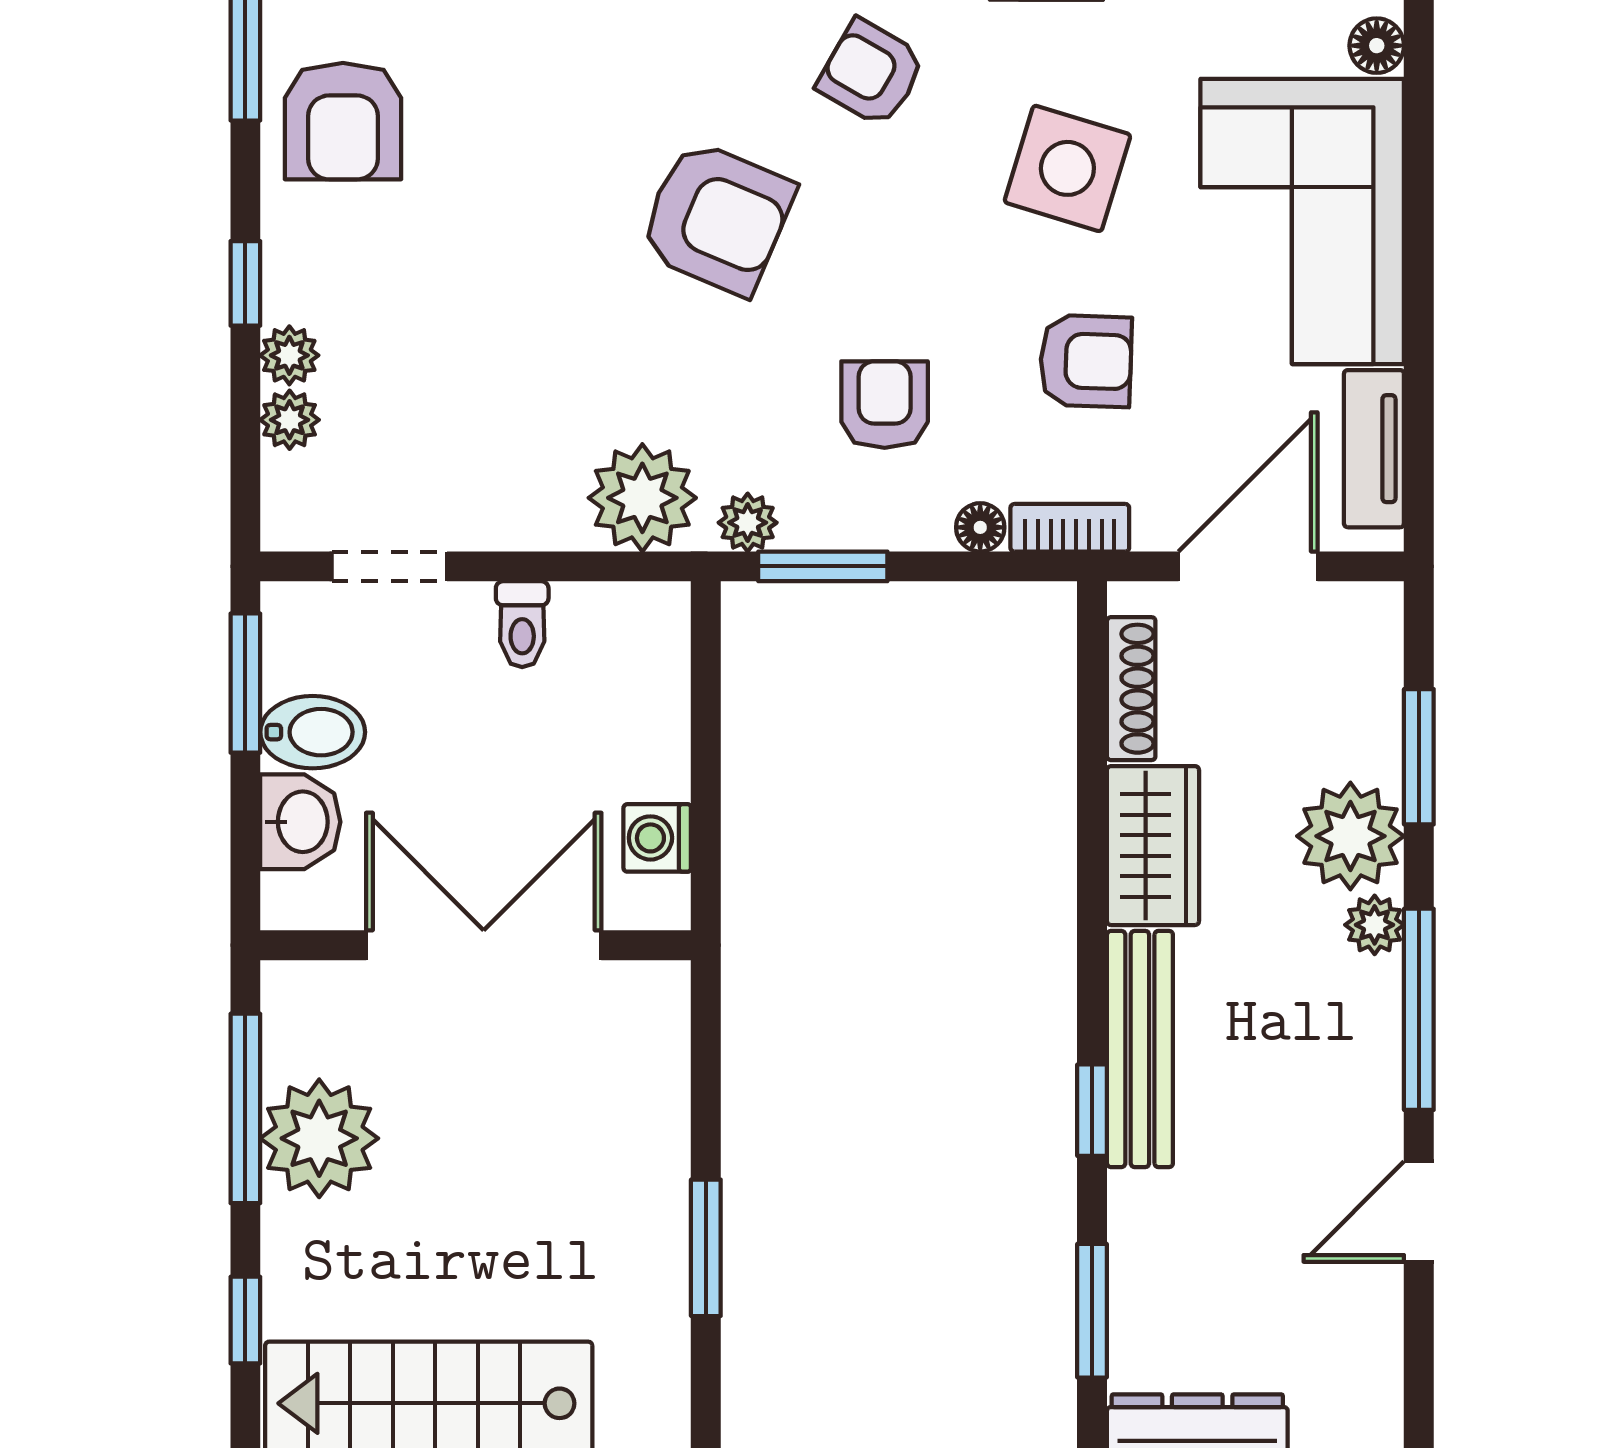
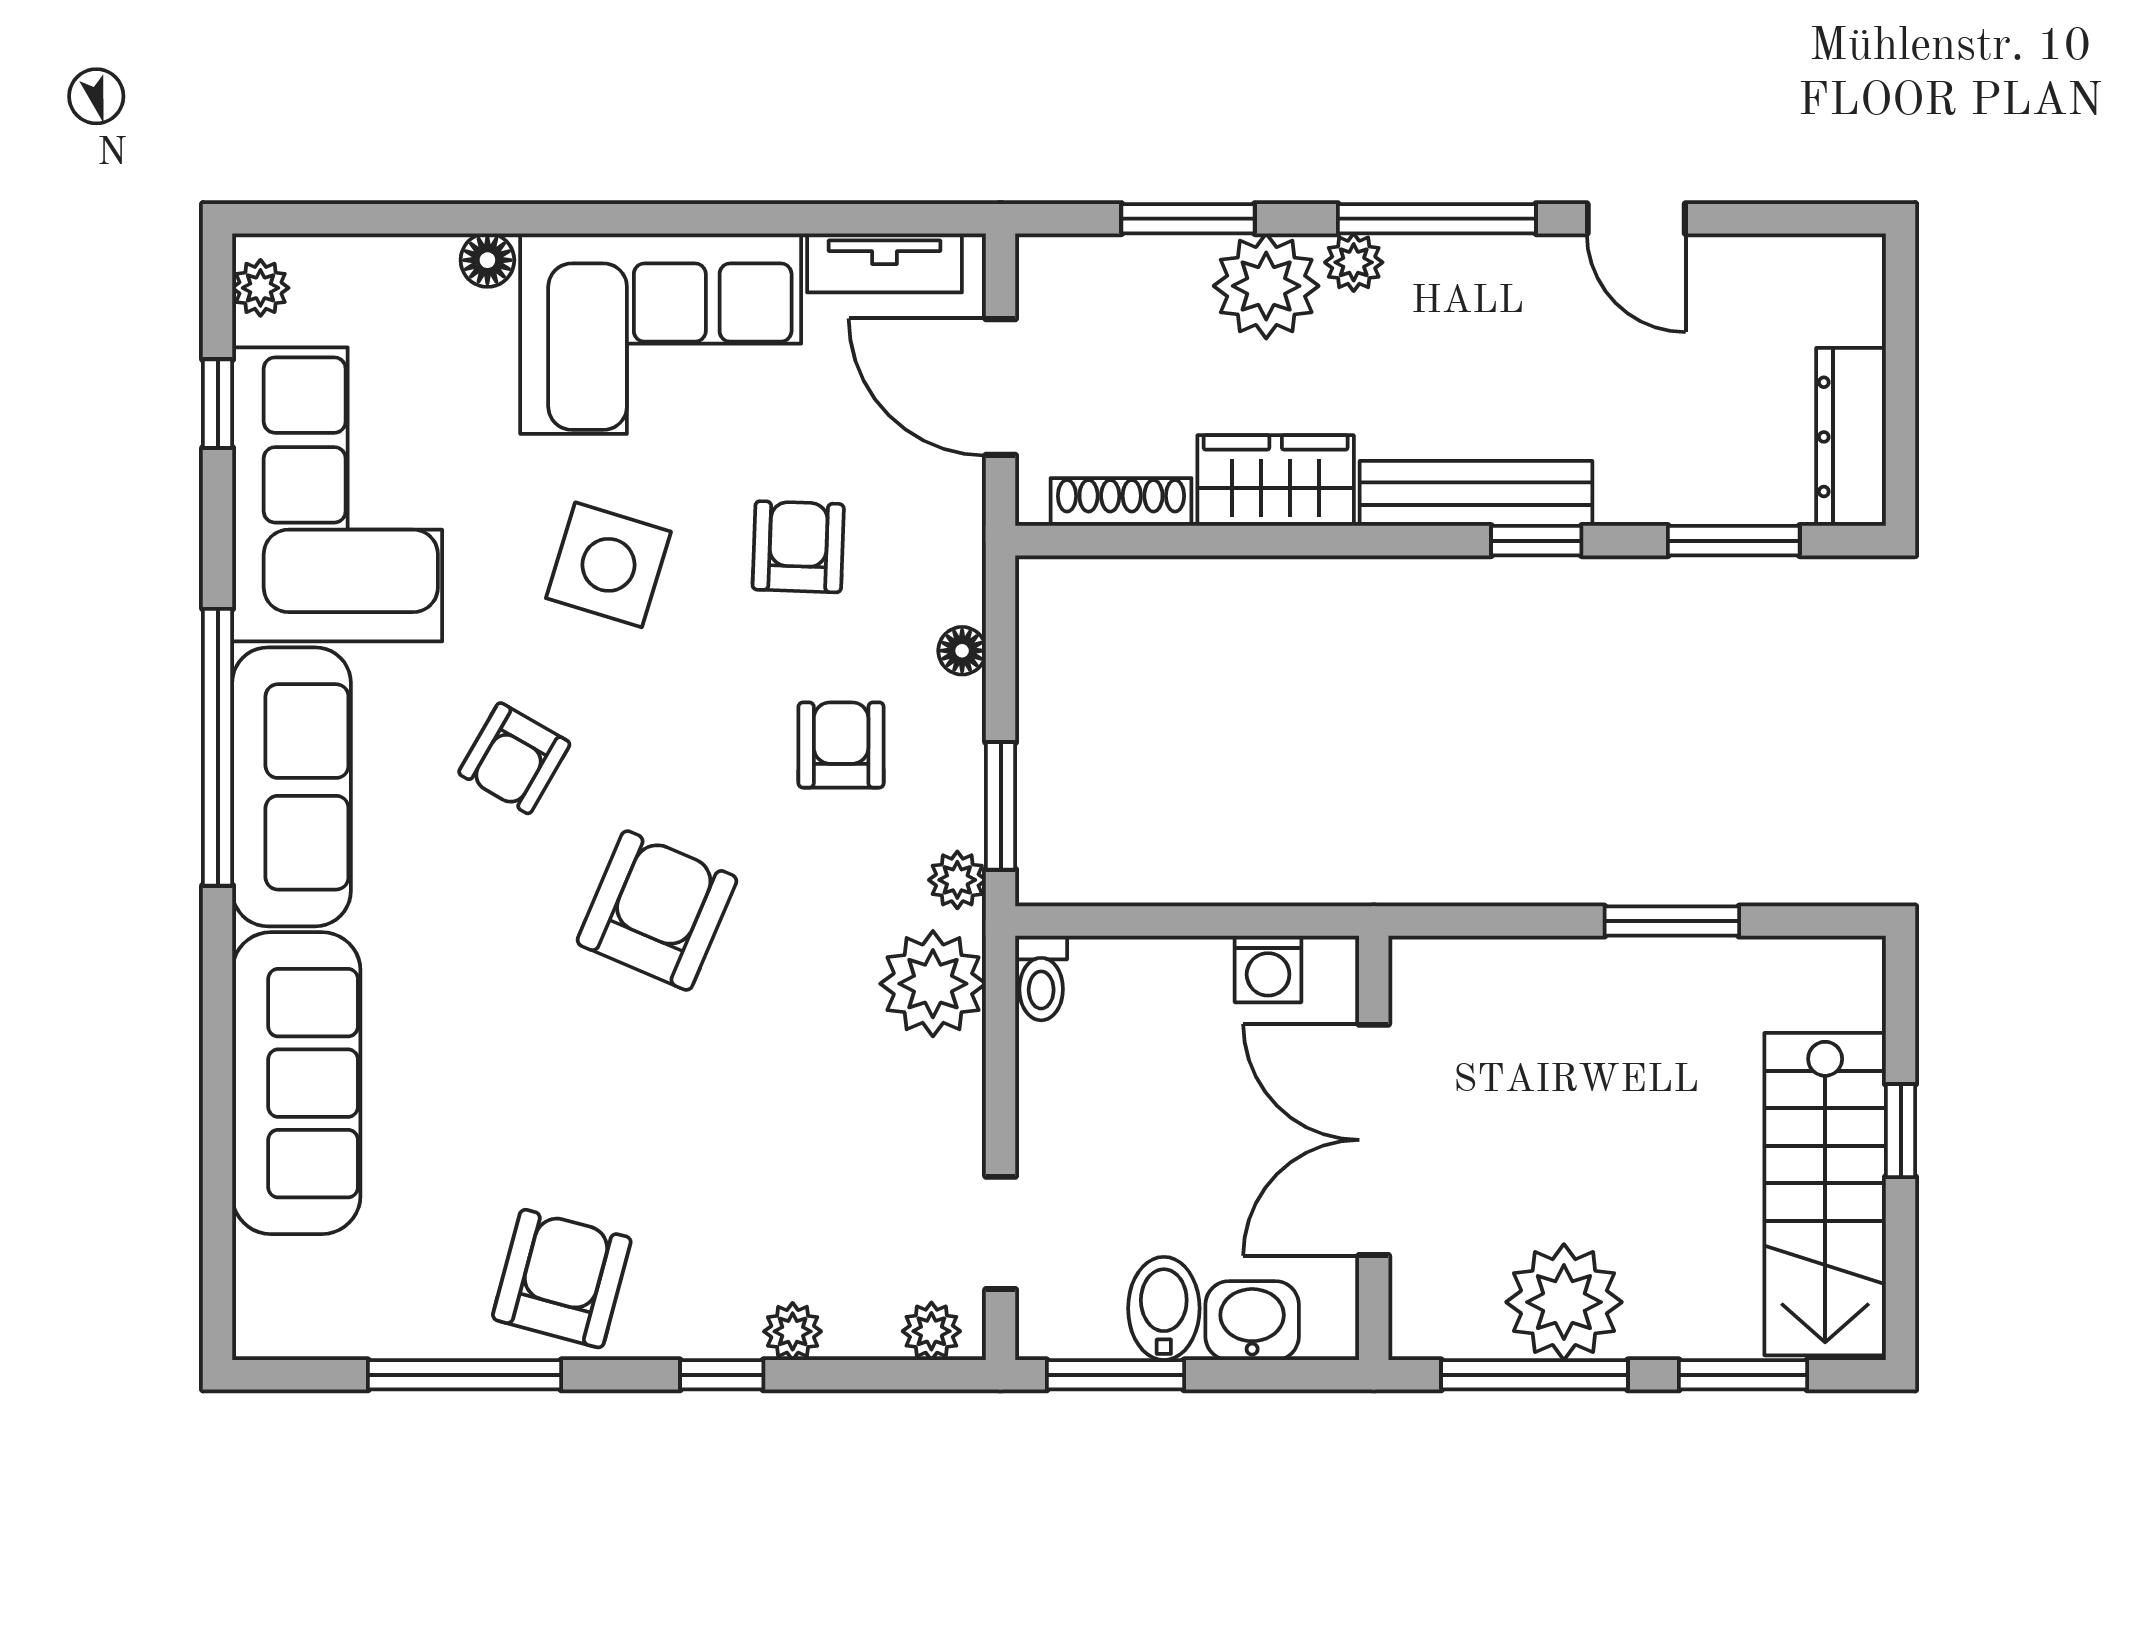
armchair: (343, 121) -> (562, 1279), turned -75
armchair: (885, 405) -> (841, 745), turned 90
plant: (290, 420) -> (931, 1331), moved
bookcase: (1070, 528) -> (962, 563), removed
toilet: (522, 624) -> (1041, 978), moved, turned 90
window: (245, 1320) -> (1743, 1375), width x1.50

